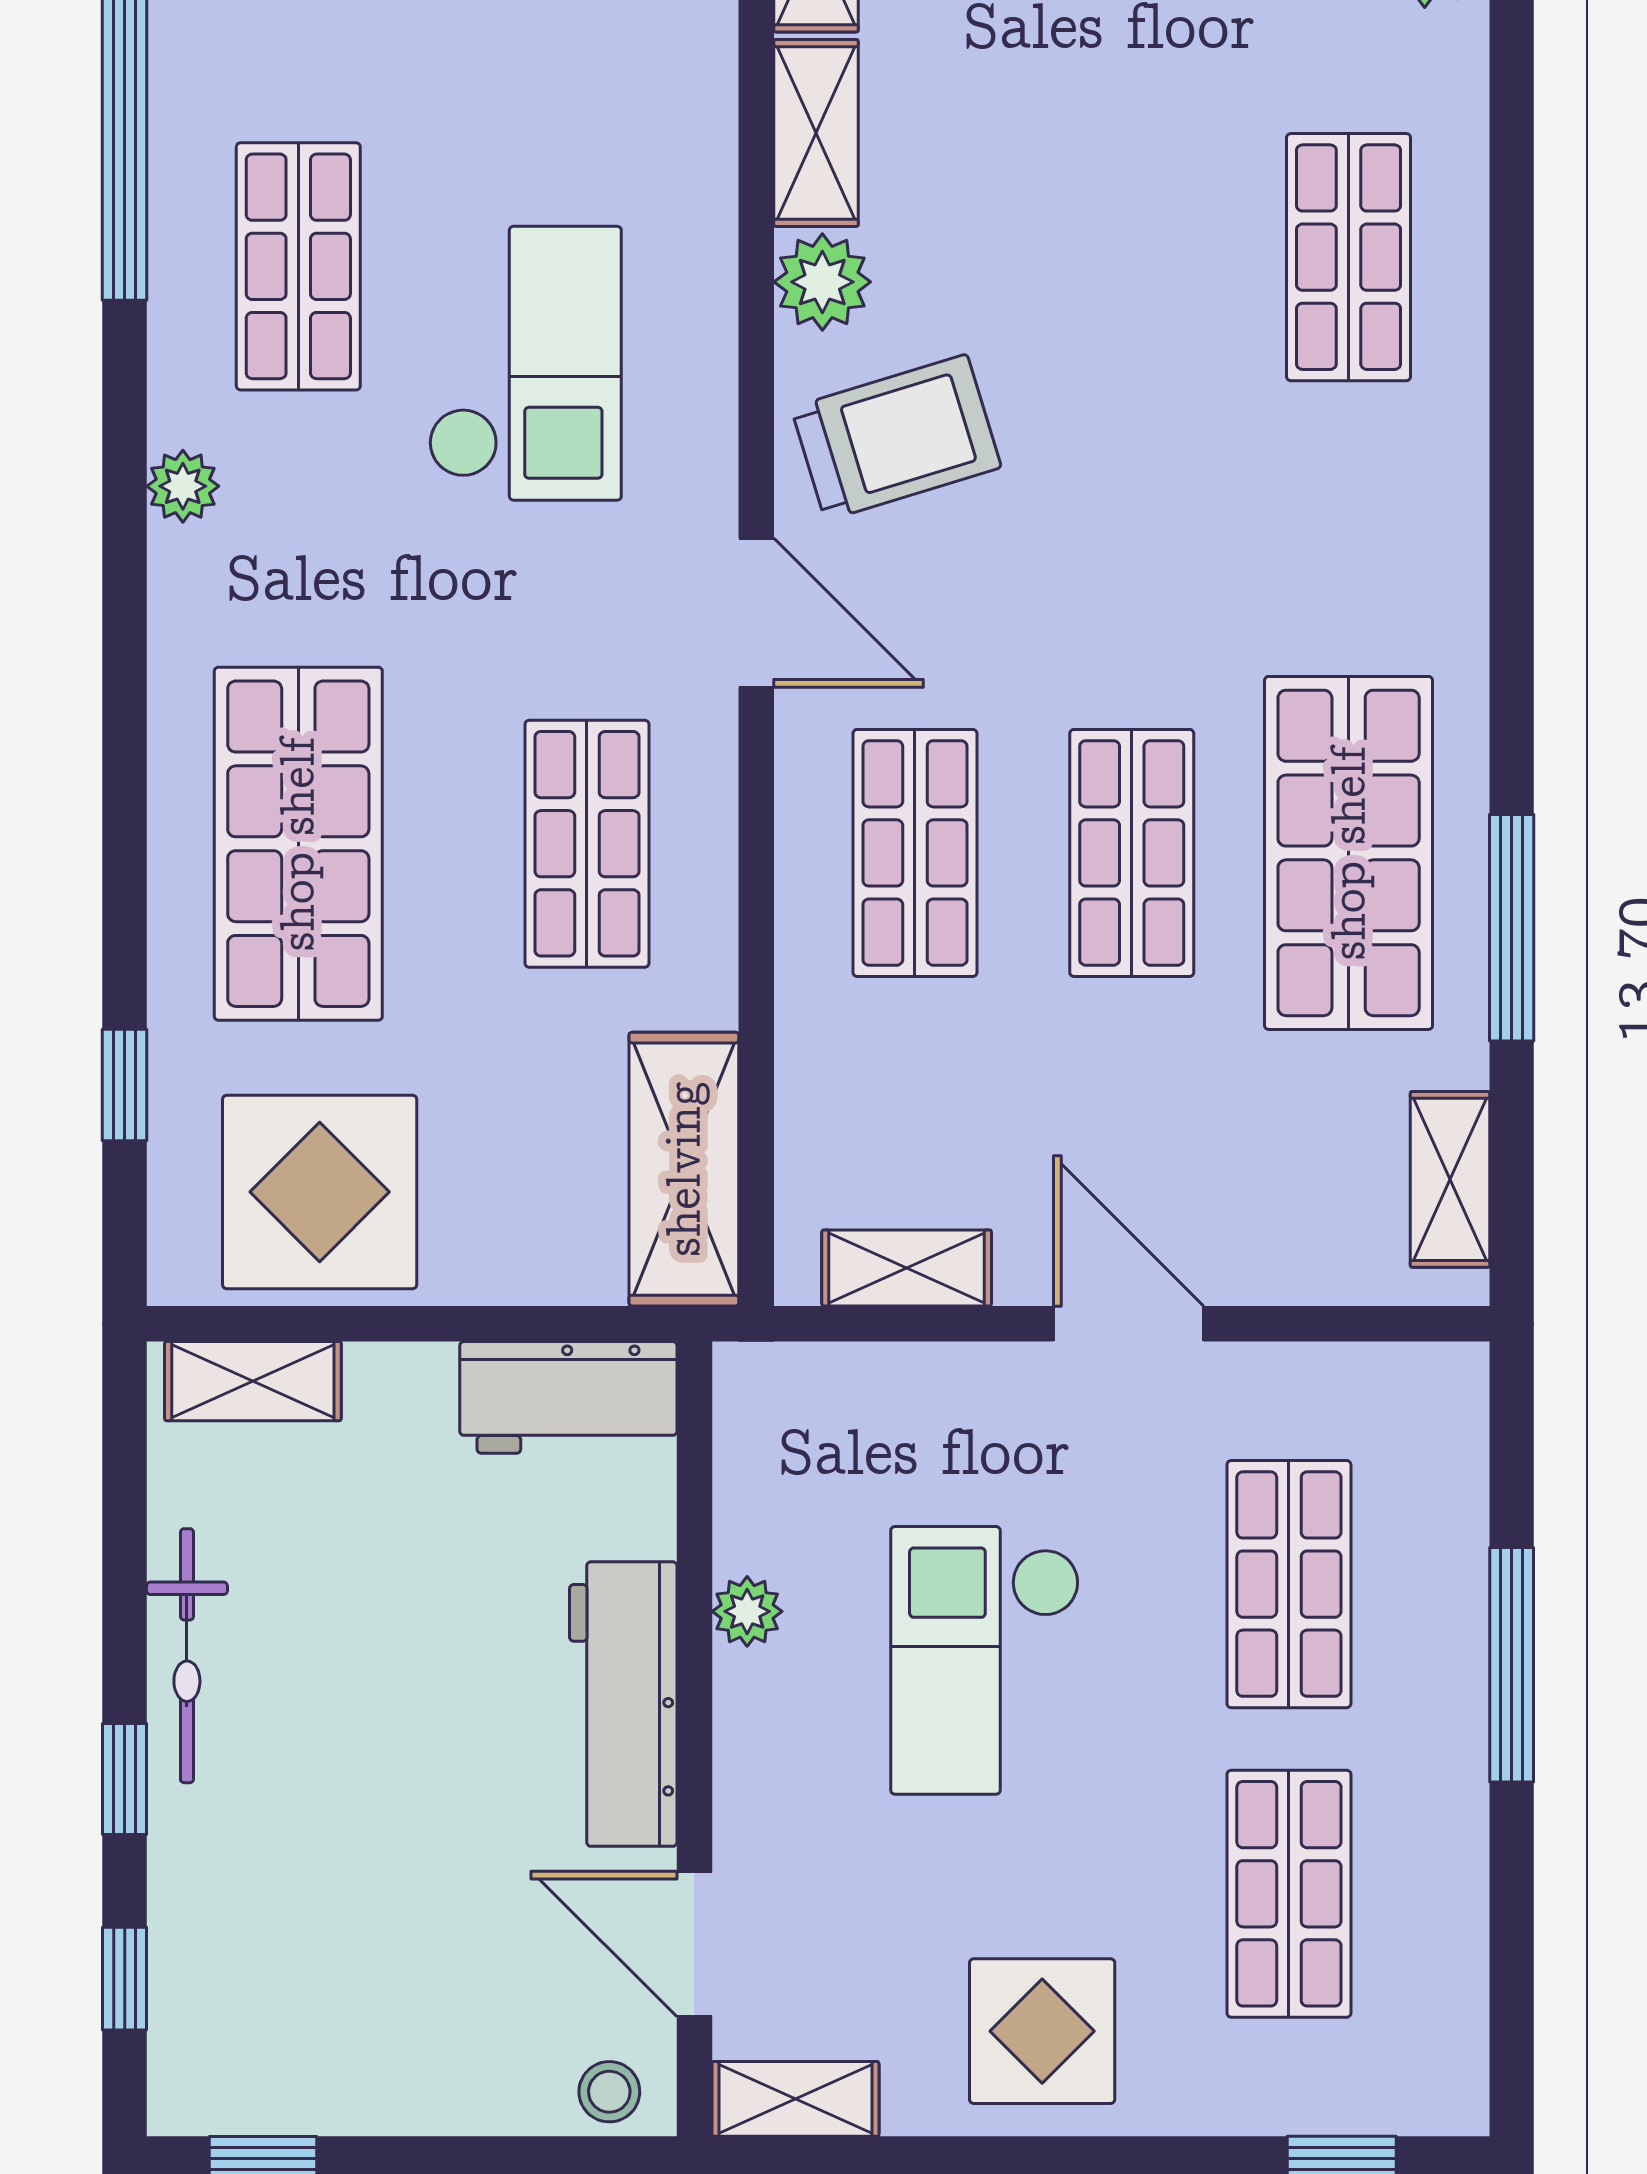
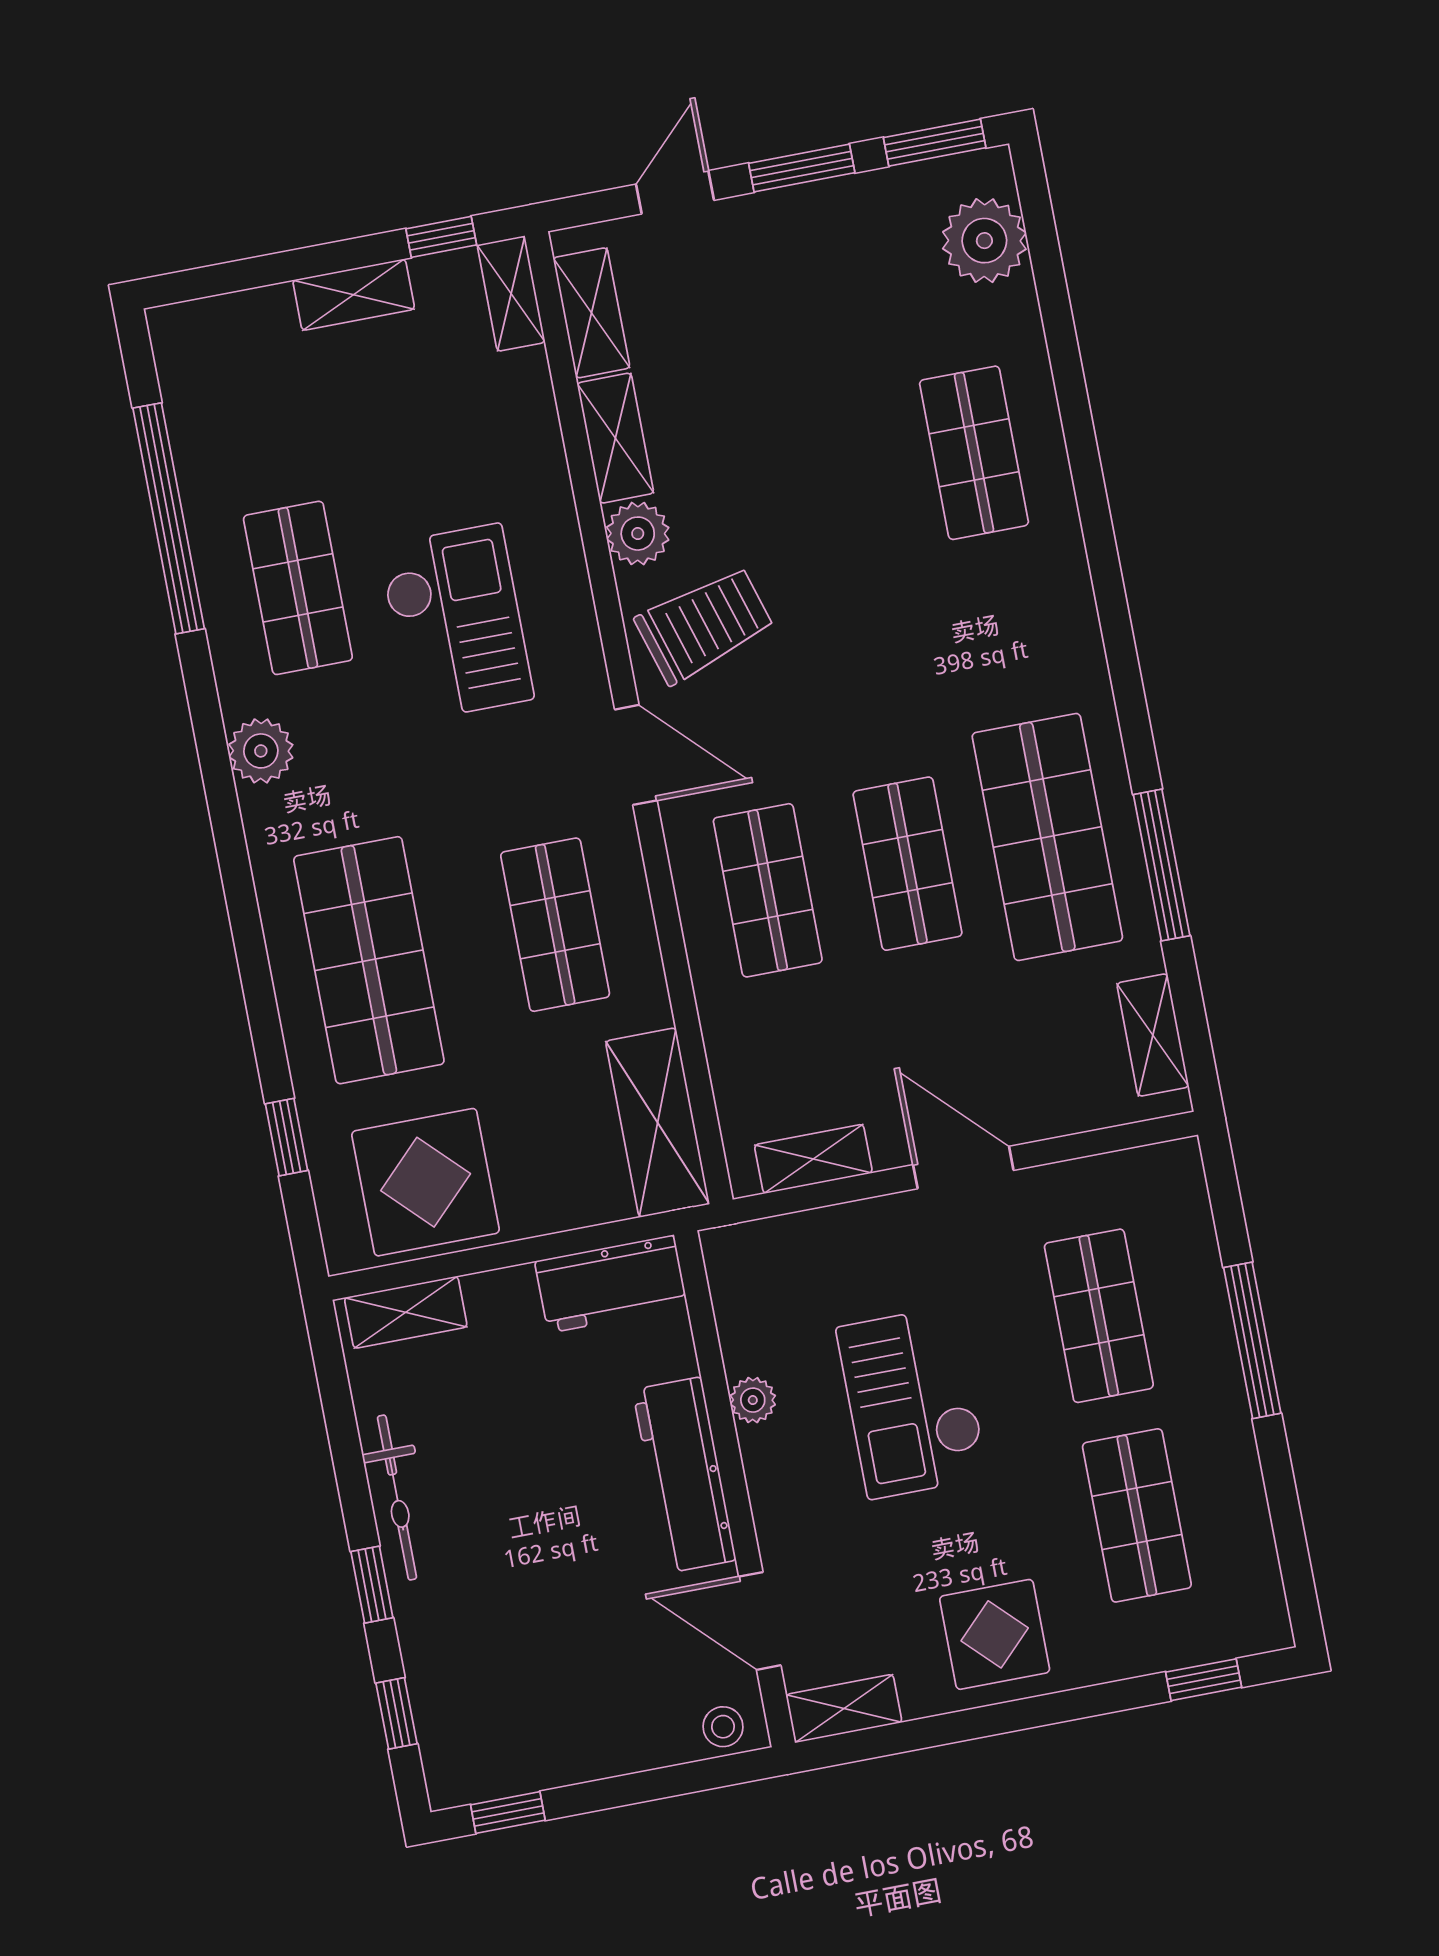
plant: (183, 486) -> (261, 751), width x1.38, depth x1.38

